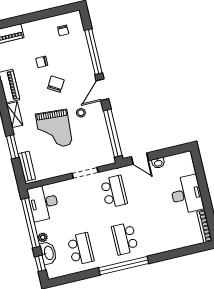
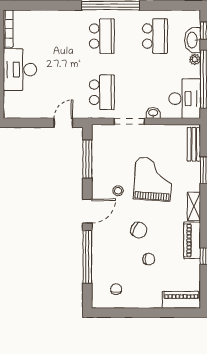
chair: (56, 84) -> (139, 230), turned -96
window: (113, 133) -> (87, 159), width x0.68
door: (140, 159) -> (63, 123), hinge flipped
washbasin: (158, 163) -> (153, 113), moved
school desk: (114, 192) -> (102, 92), turned 180
school desk: (81, 249) -> (155, 36), turned 180

